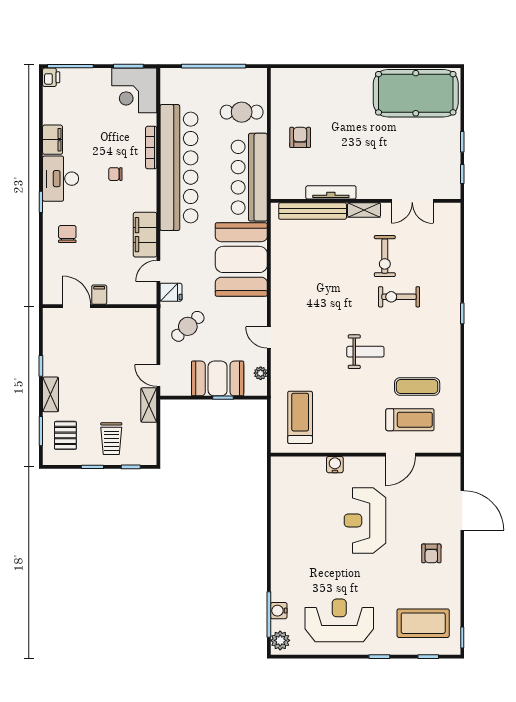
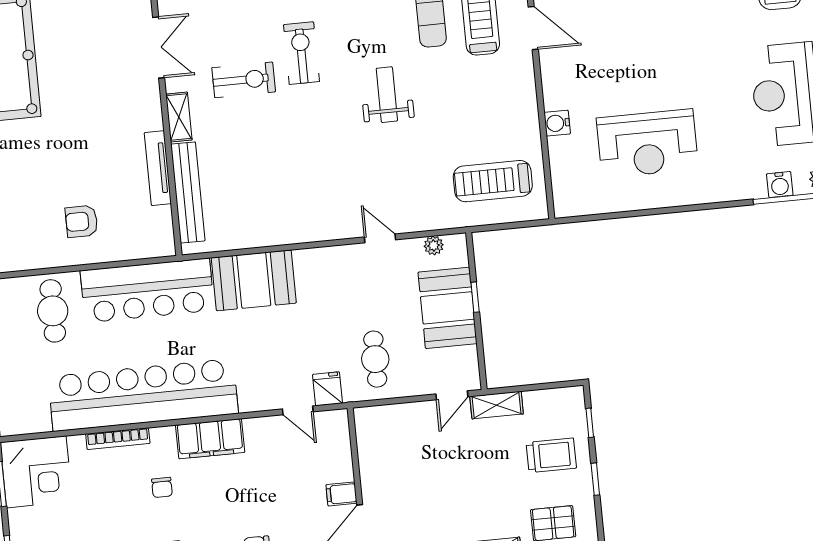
filing cabinet: (145, 235) -> (210, 439), moved
booth: (241, 259) -> (254, 280), width x0.73, depth x0.70
exercise bike: (399, 297) -> (301, 53), turned 180
cafe table: (188, 326) -> (375, 359), turned 42
door: (269, 338) -> (380, 238), swing flipped
reception desk: (365, 520) -> (647, 144), moved

